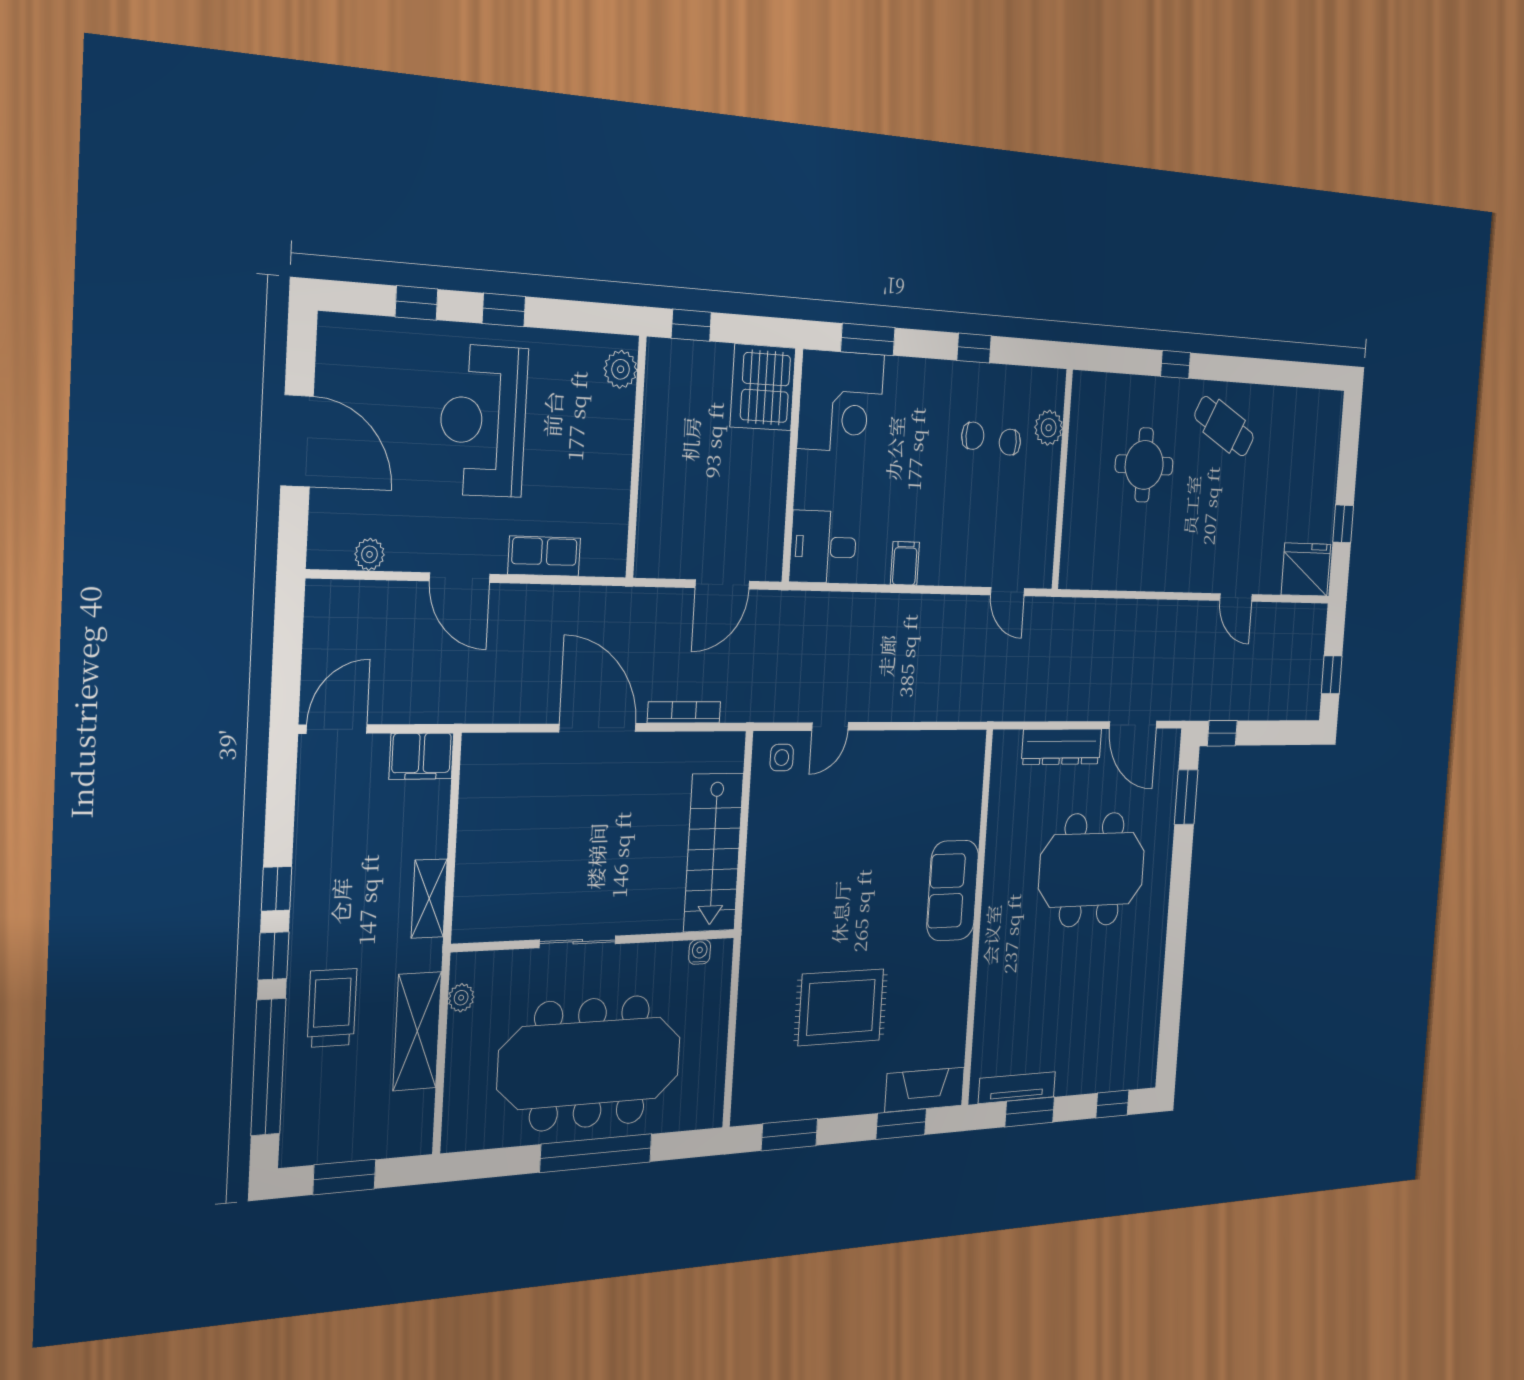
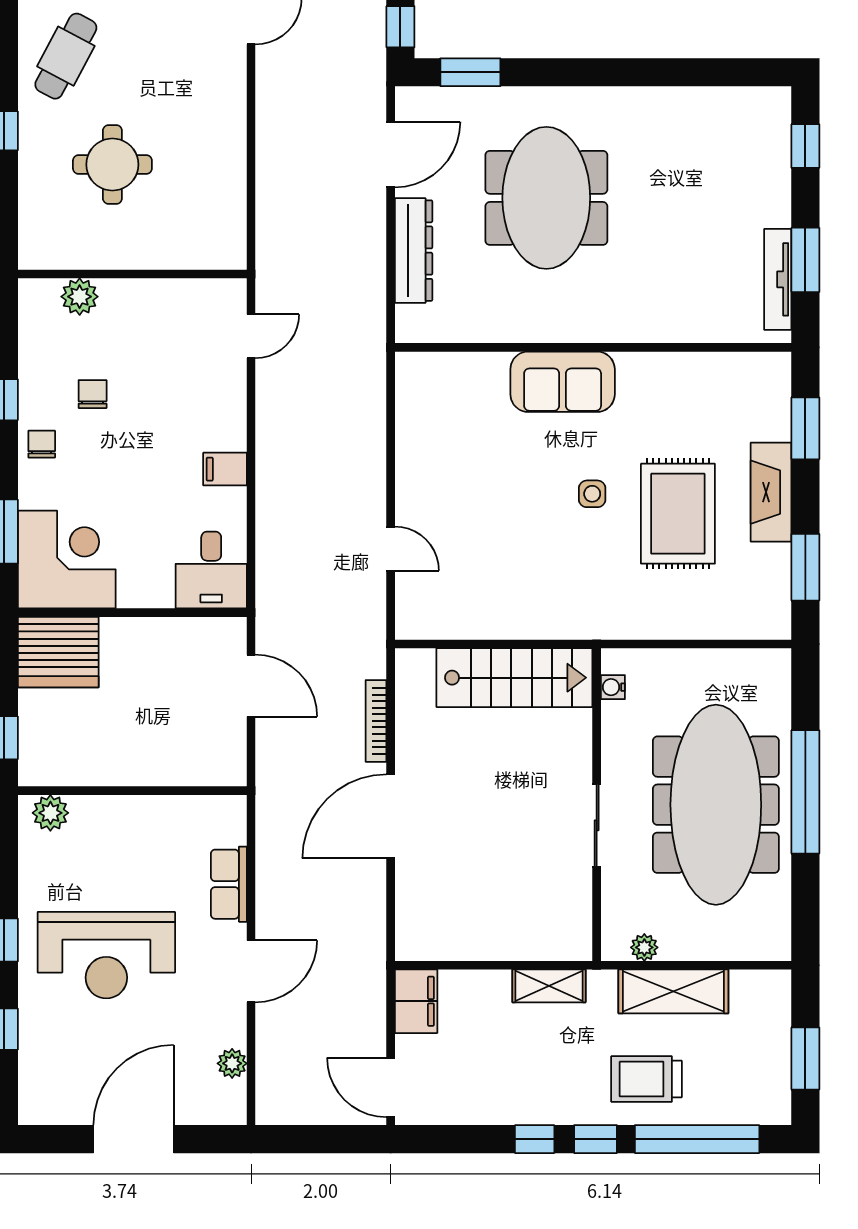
chair: (1010, 442) -> (42, 444), moved, turned 180
side table: (782, 758) -> (592, 494), moved
fireplace: (925, 1090) -> (771, 492), moved

